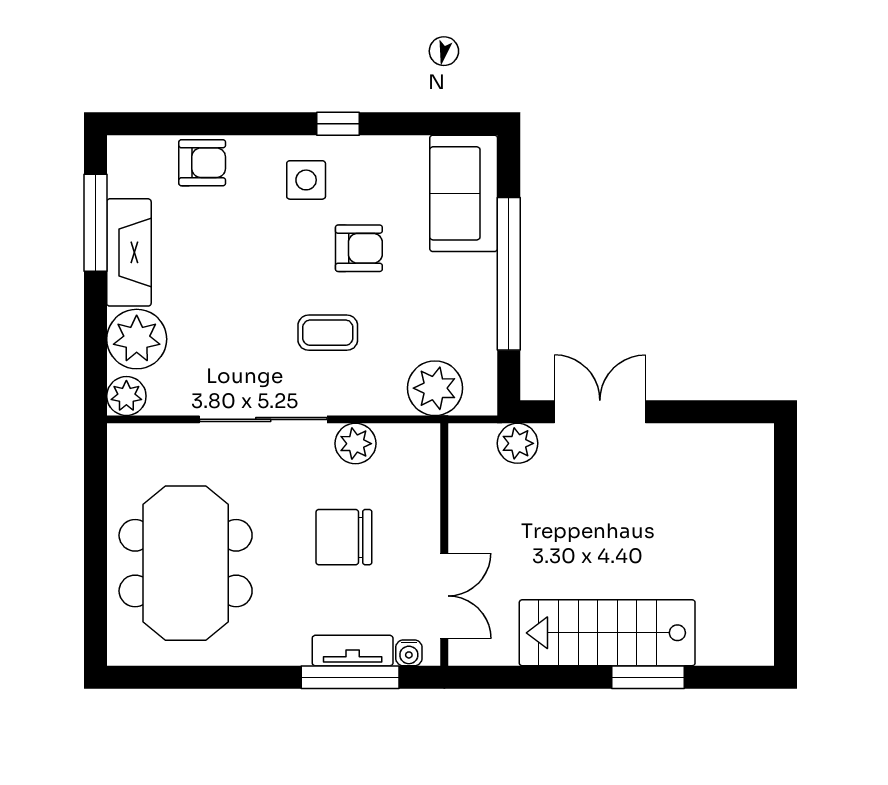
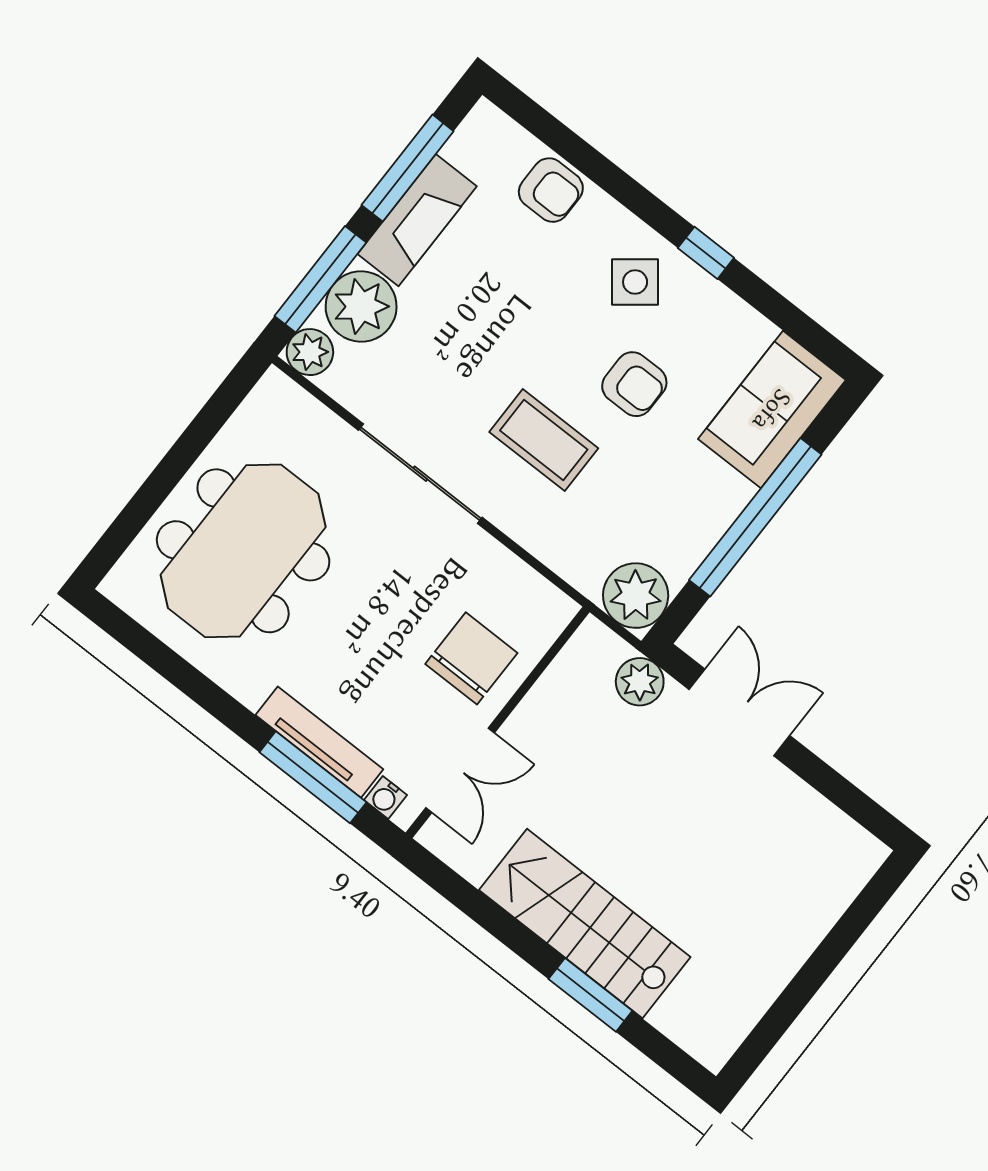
side table: (306, 180) -> (635, 282), turned -38
coffee table: (328, 333) -> (544, 440), width x1.36, depth x1.30
window: (95, 342) -> (320, 279), added
plant: (435, 388) -> (636, 596), moved
plant: (355, 444) -> (489, 563), removed
chair: (344, 537) -> (471, 658), moved, turned 90
tv unit: (353, 651) -> (319, 742), width x1.41

